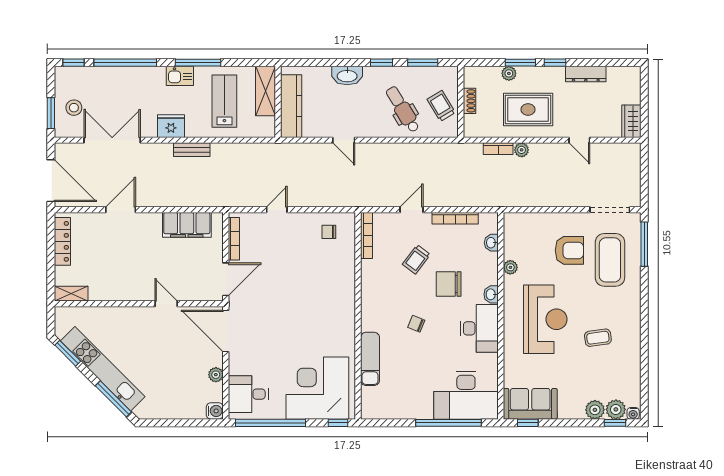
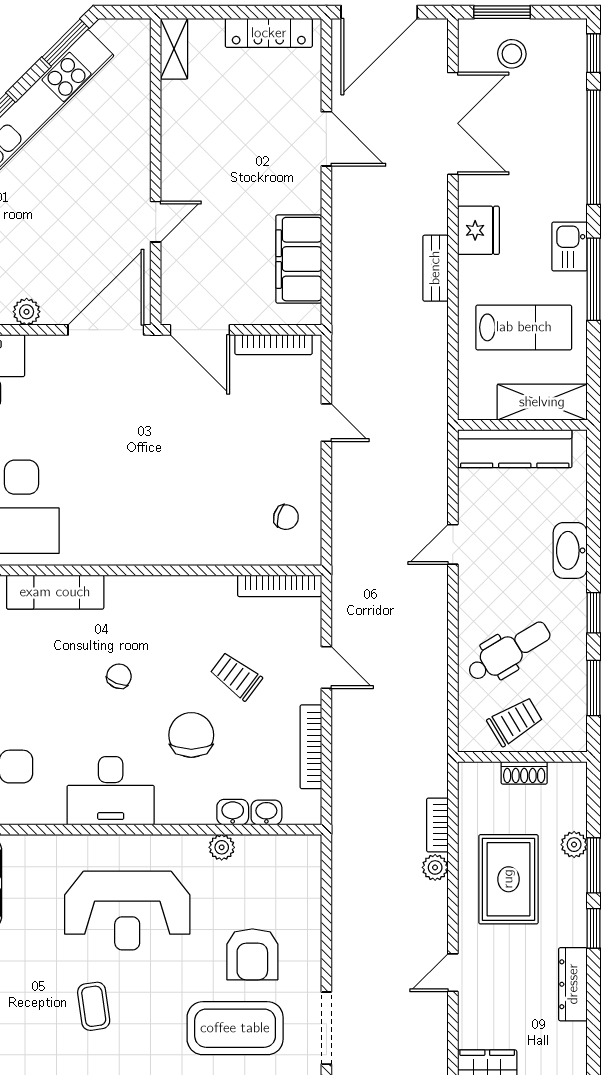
chair: (329, 232) -> (286, 517), turned 106
washbasin: (491, 294) -> (233, 812), moved

